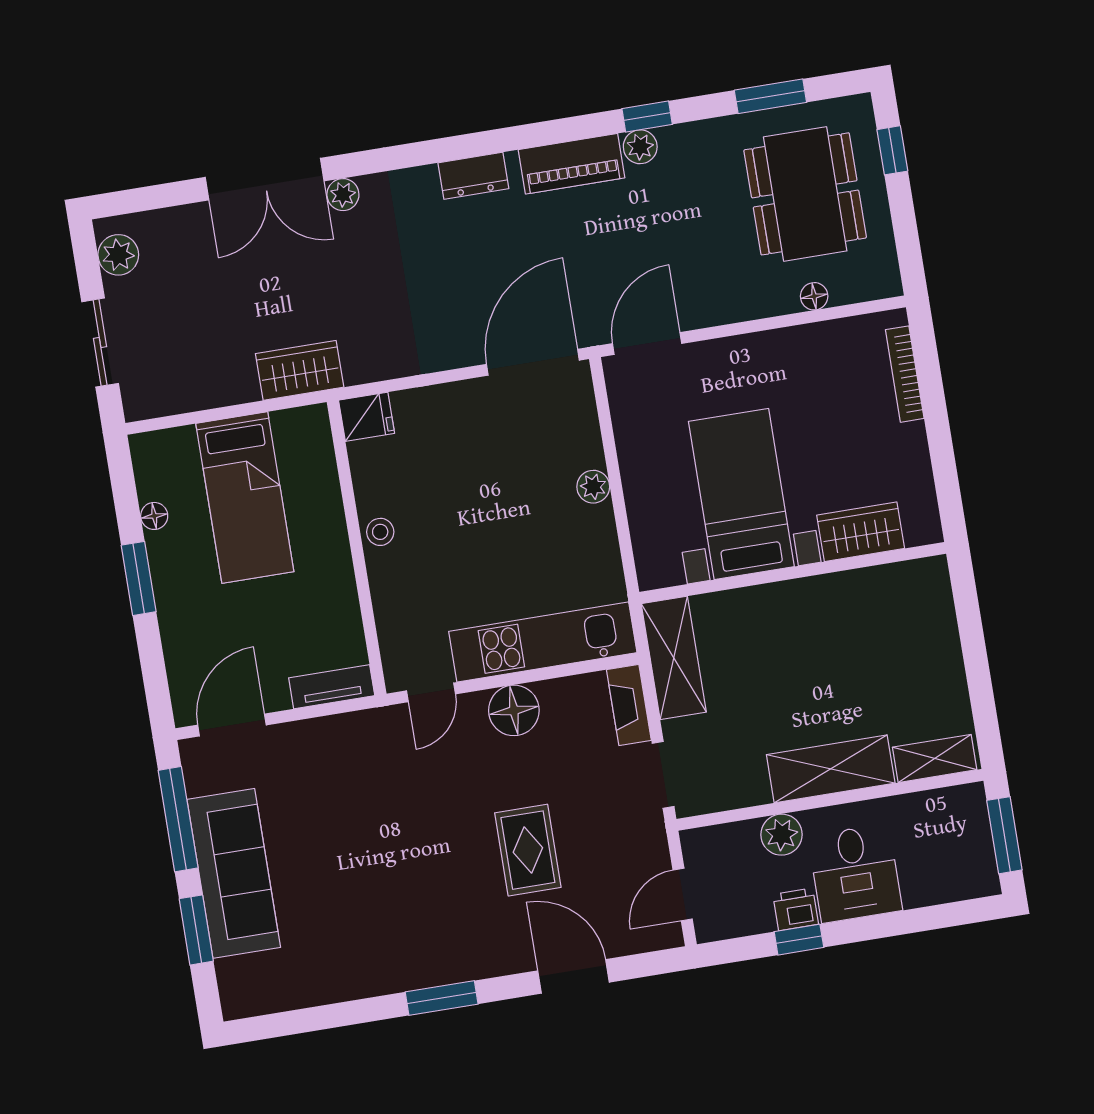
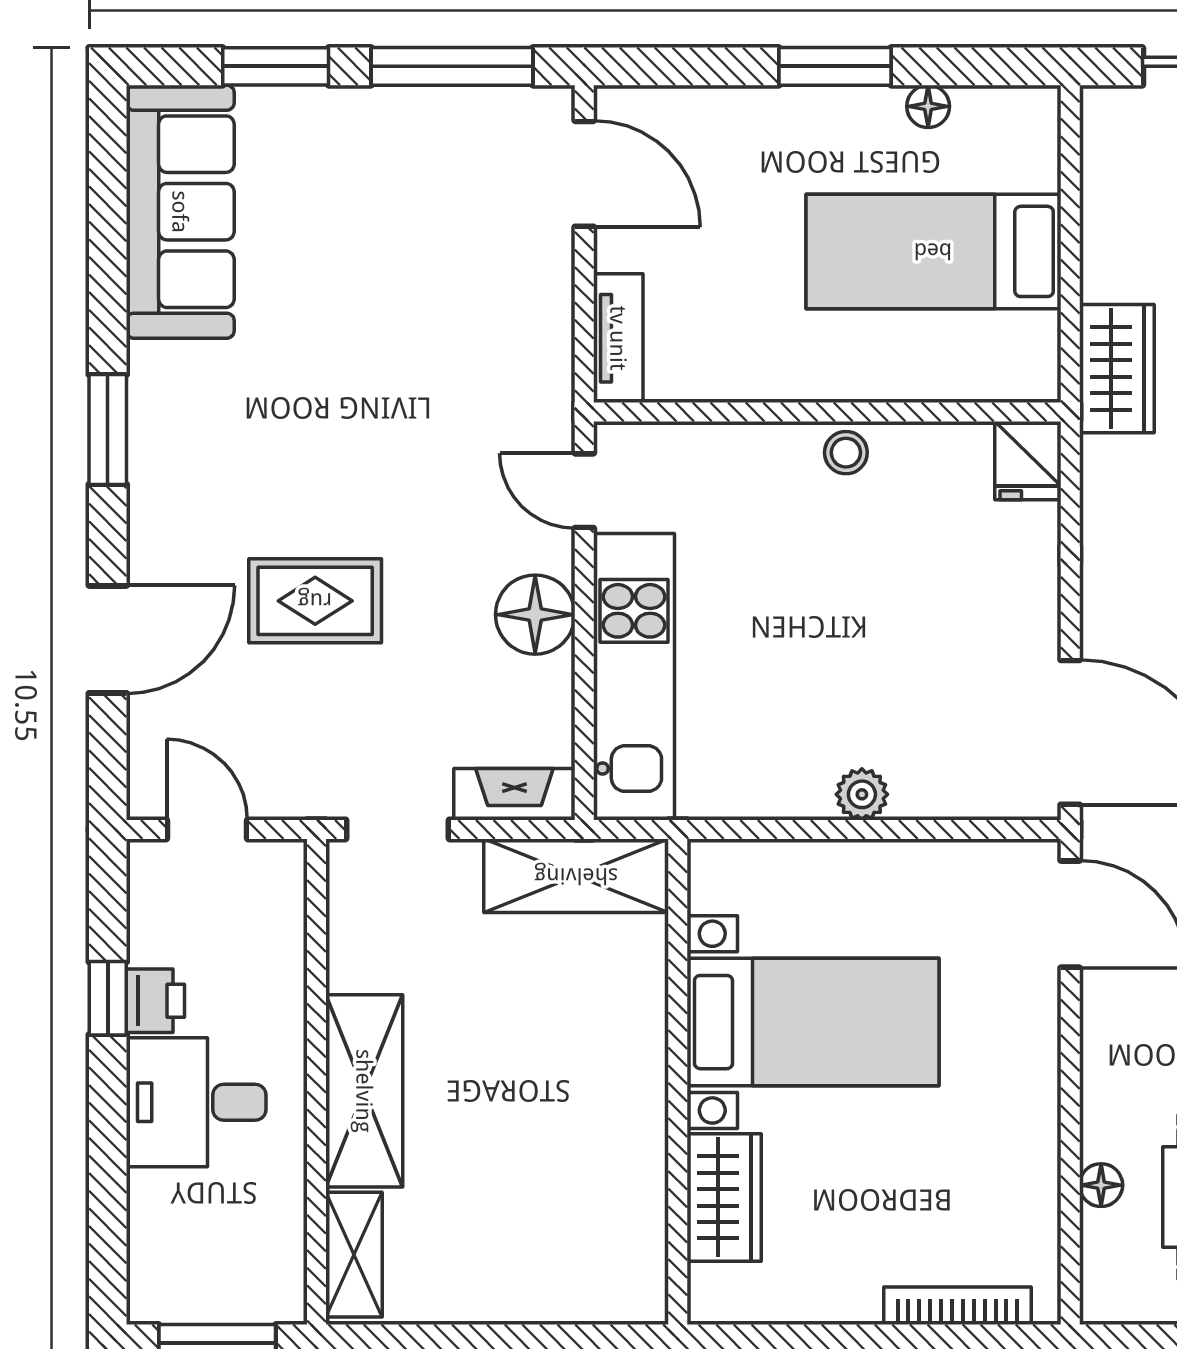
plant: (782, 835) -> (275, 998), removed
sofa: (234, 873) -> (180, 212), moved, turned -90

